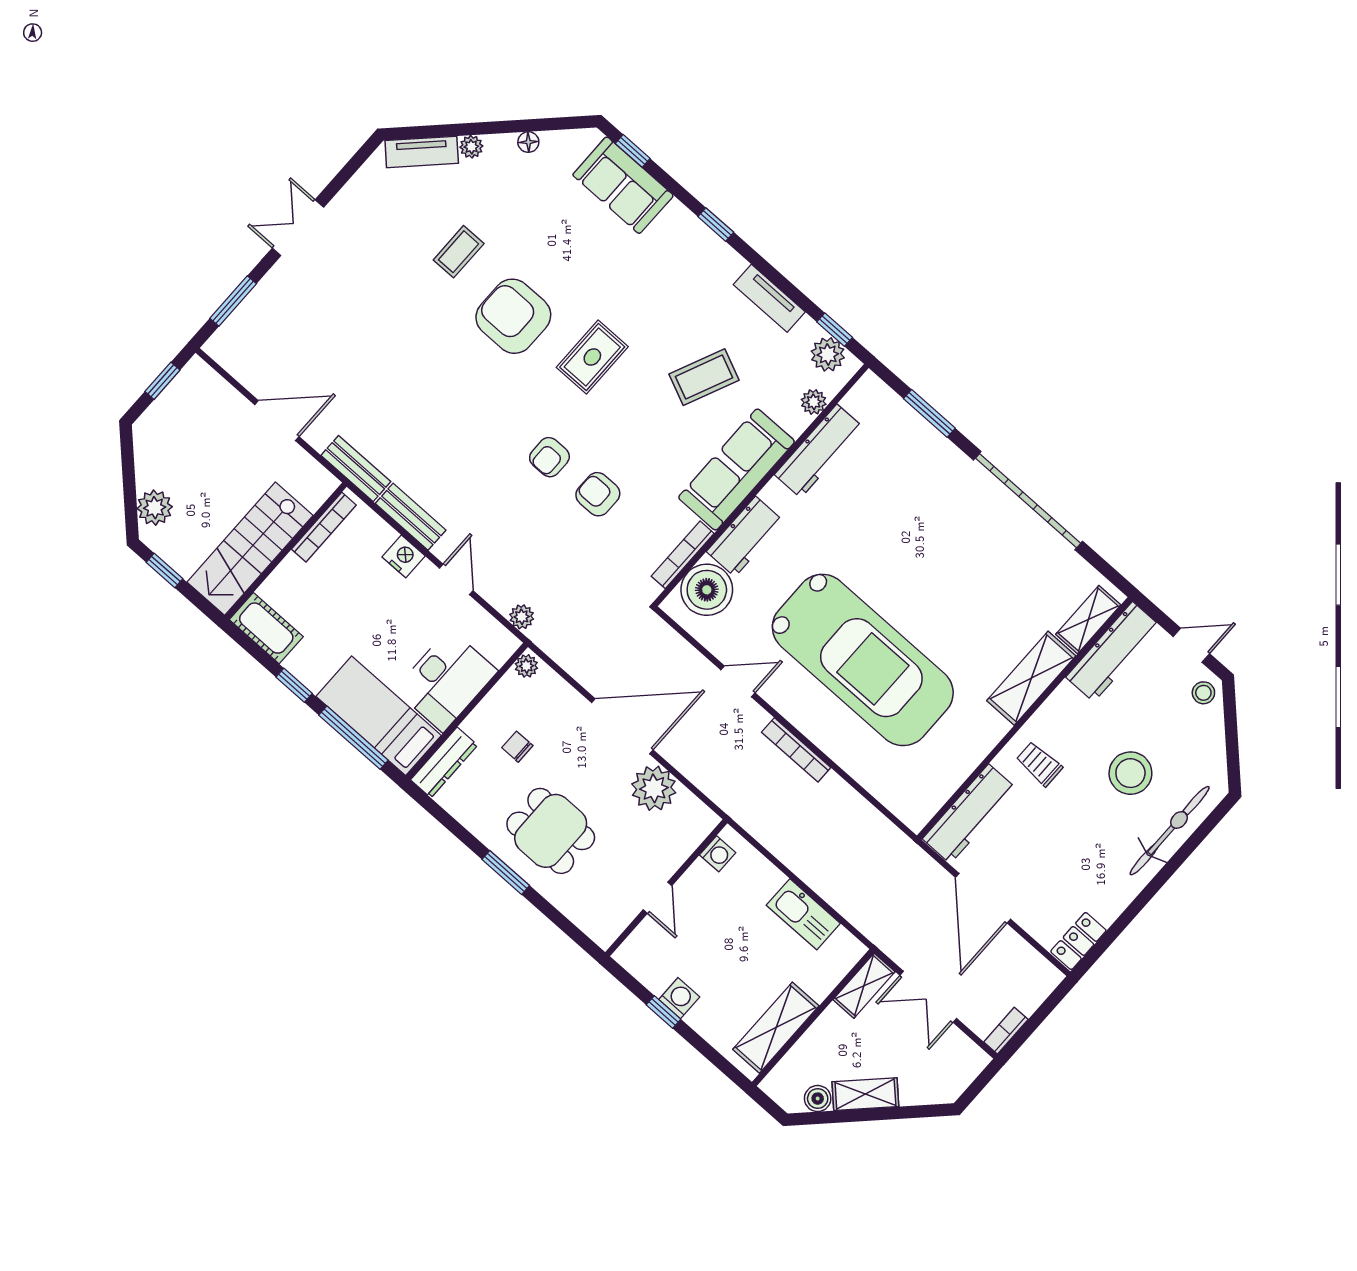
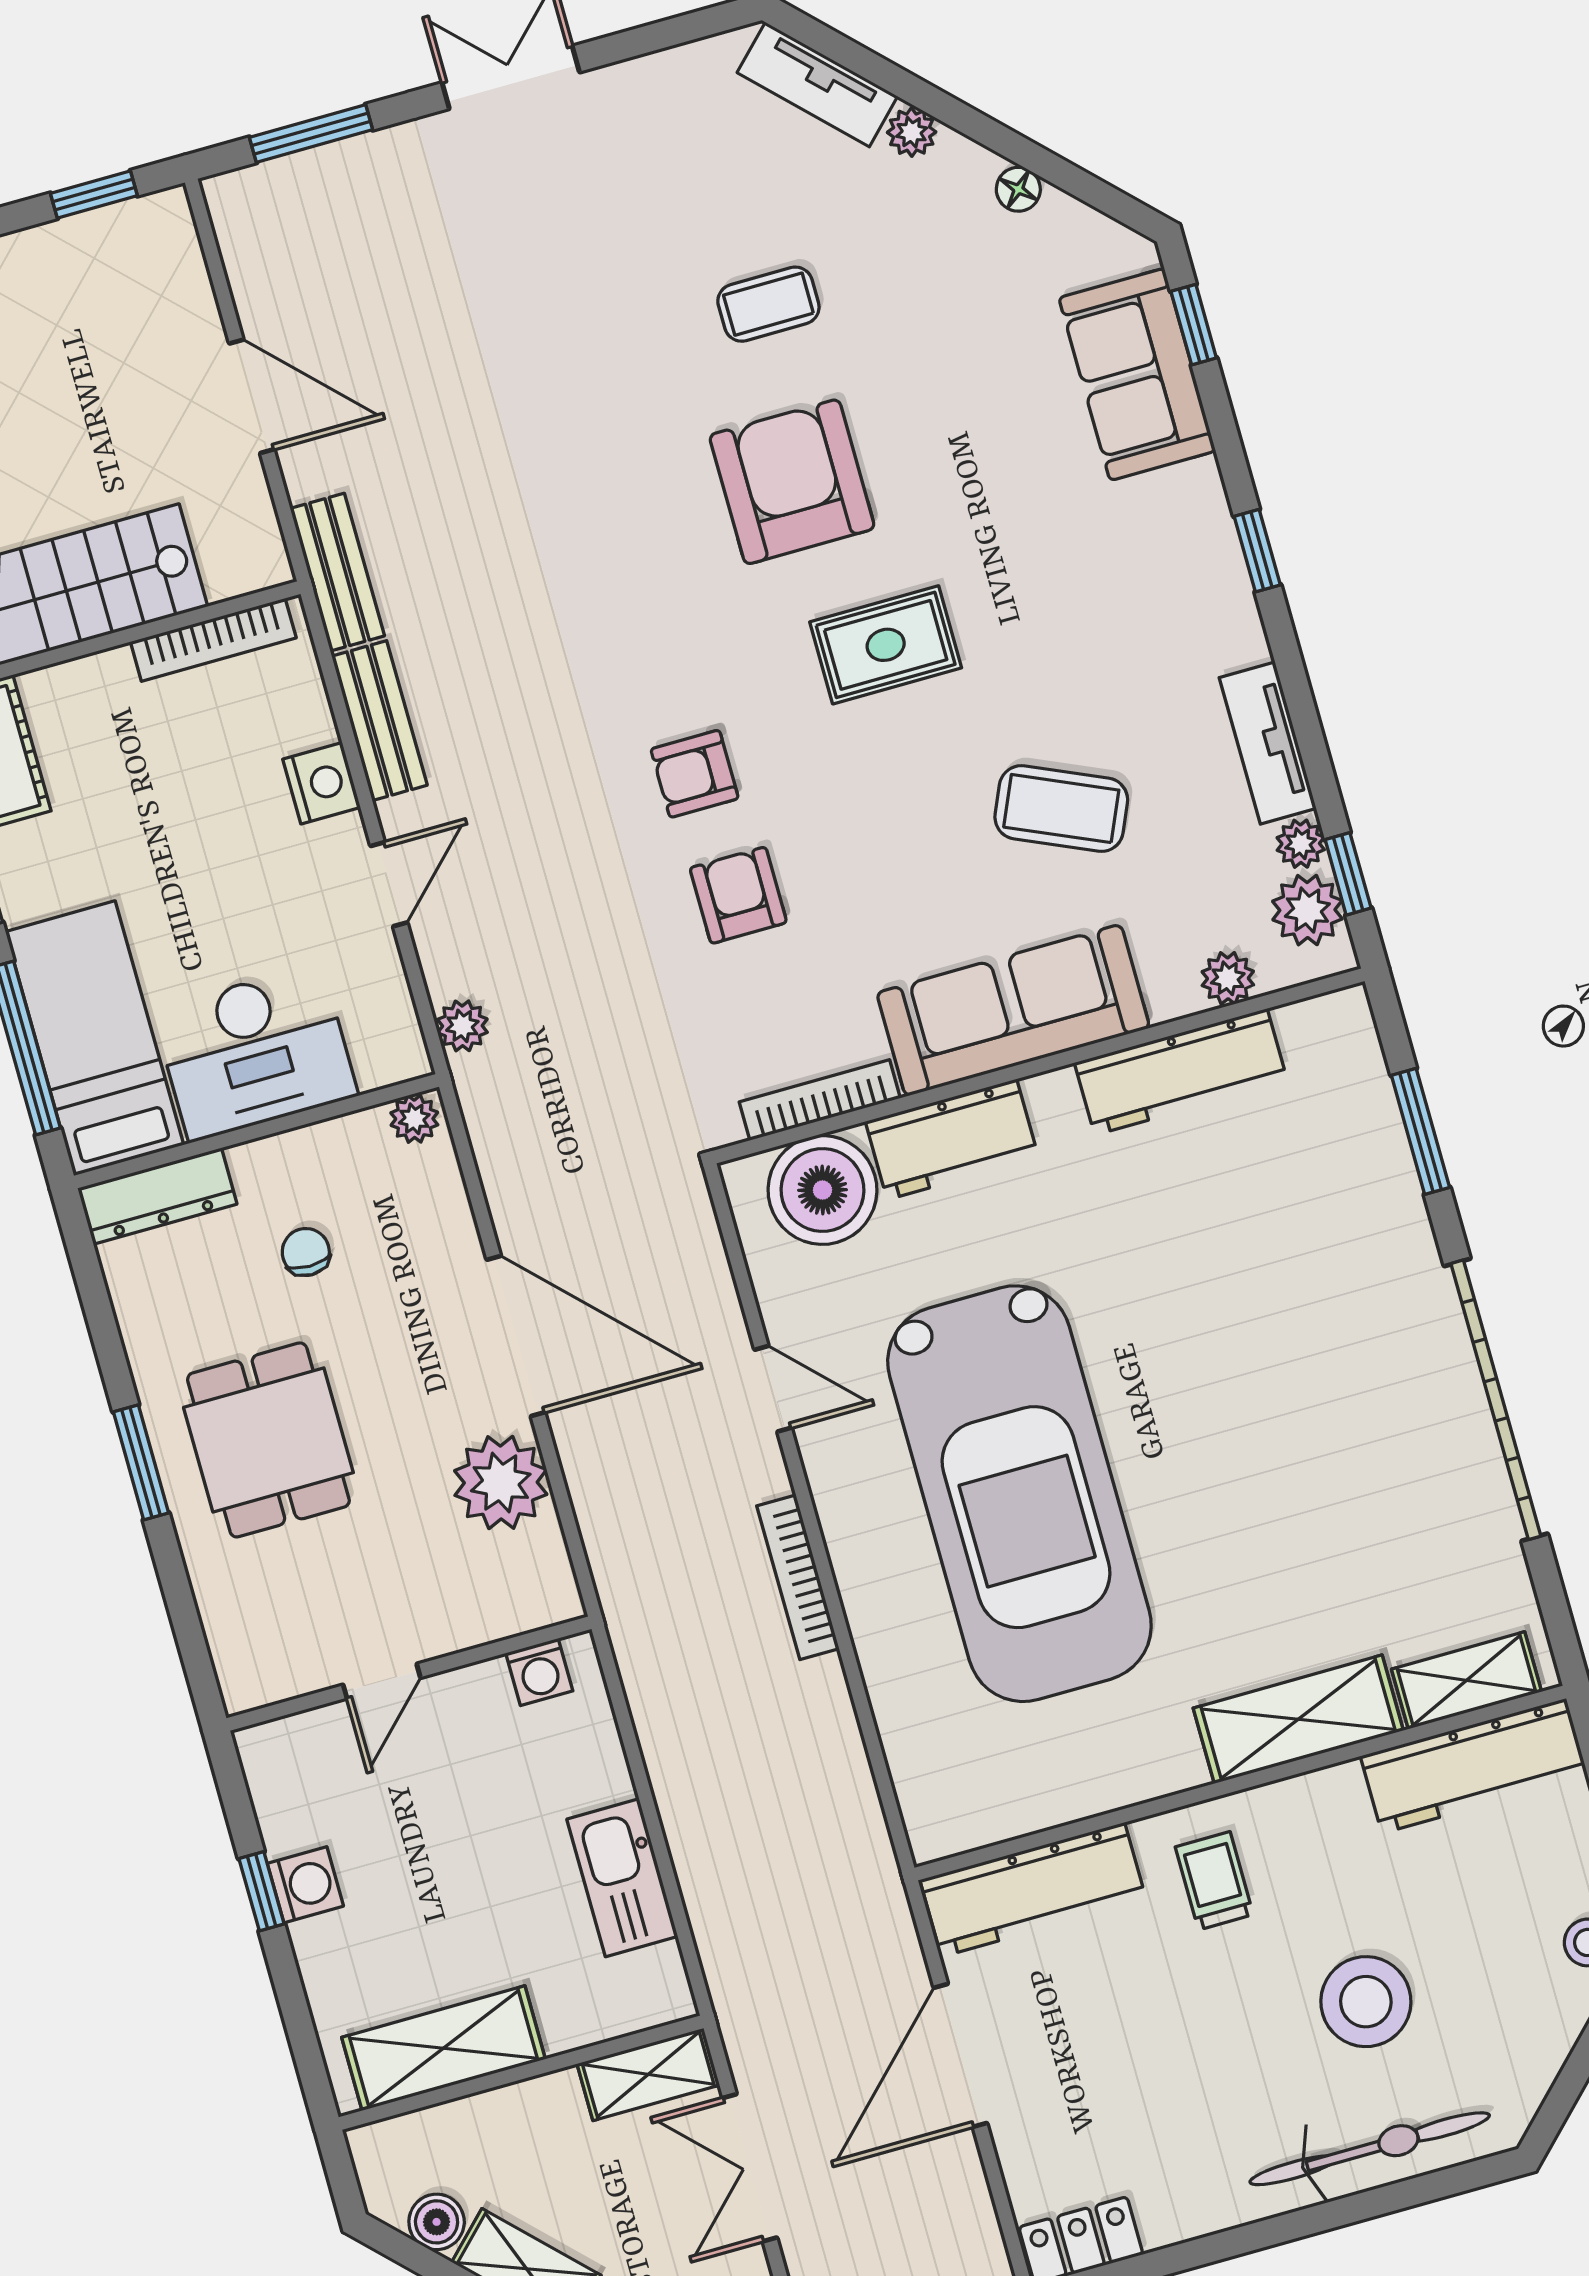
plant: (808, 330) -> (1301, 844), added

